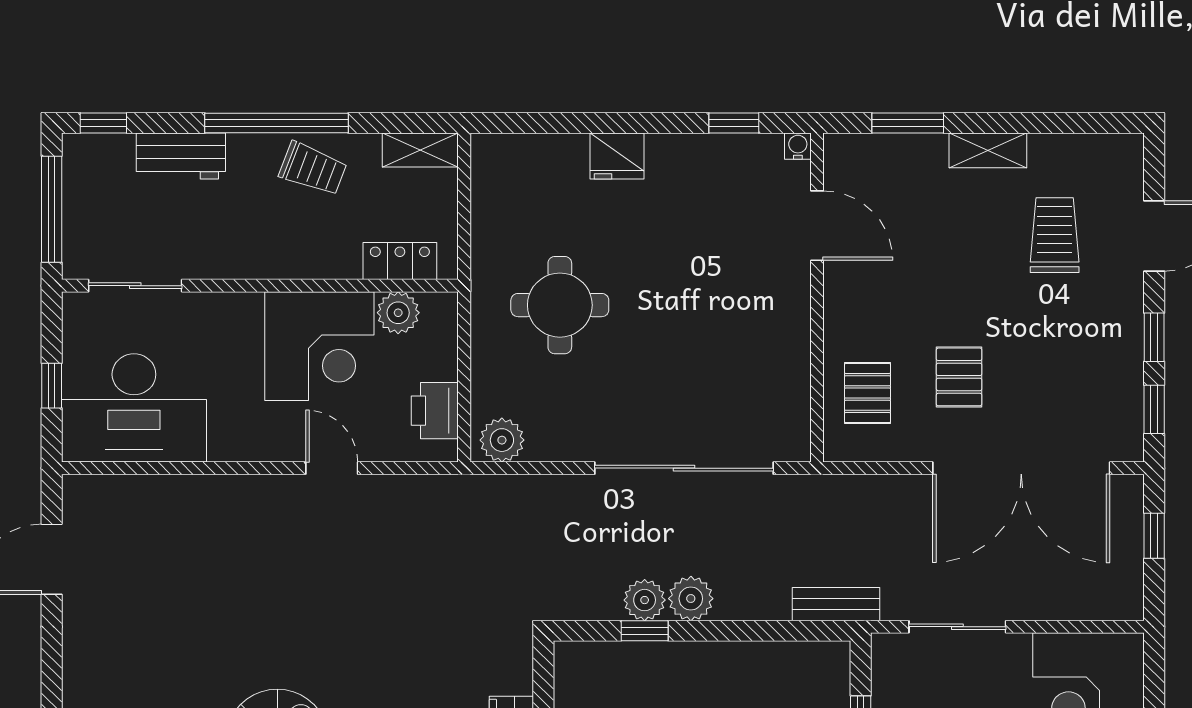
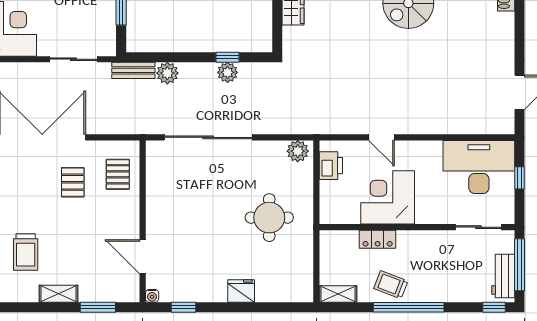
workbench: (181, 156) -> (503, 276), moved, turned -90
locker: (400, 261) -> (378, 239), moved
plant: (398, 313) -> (349, 214), removed
plant: (691, 599) -> (167, 73), moved

